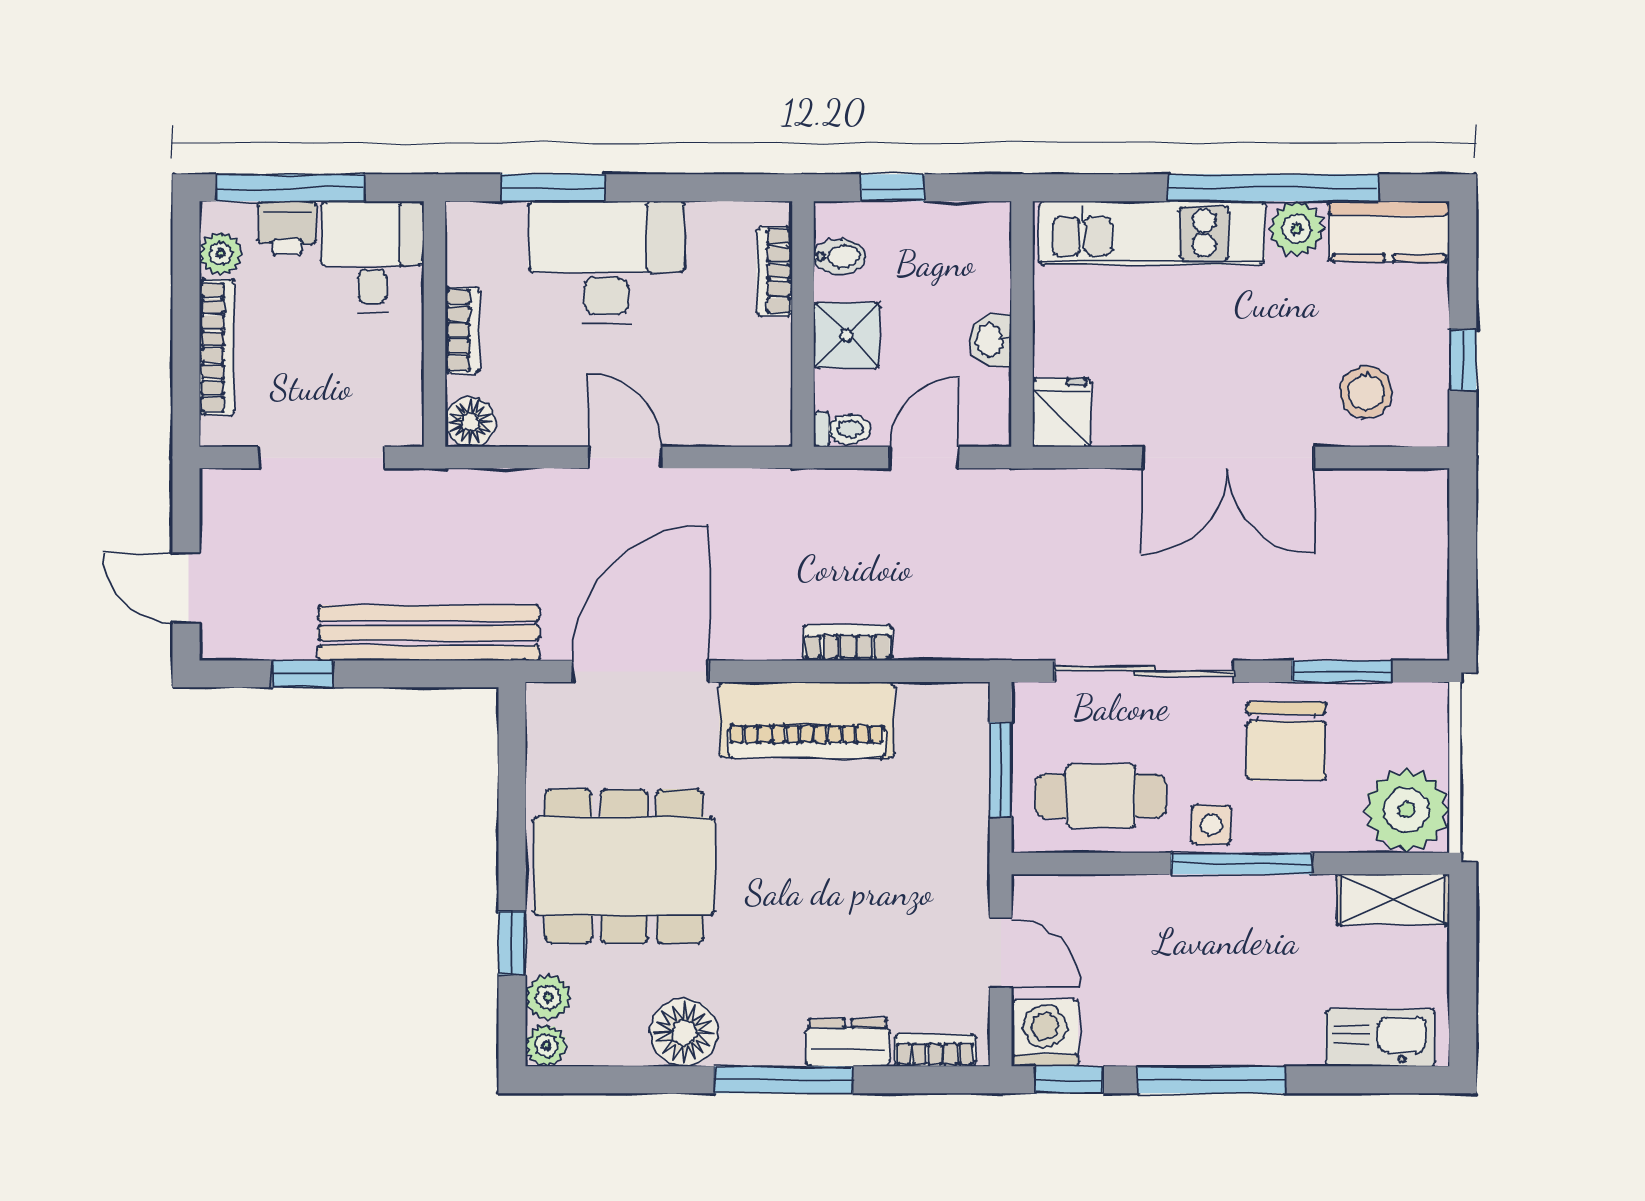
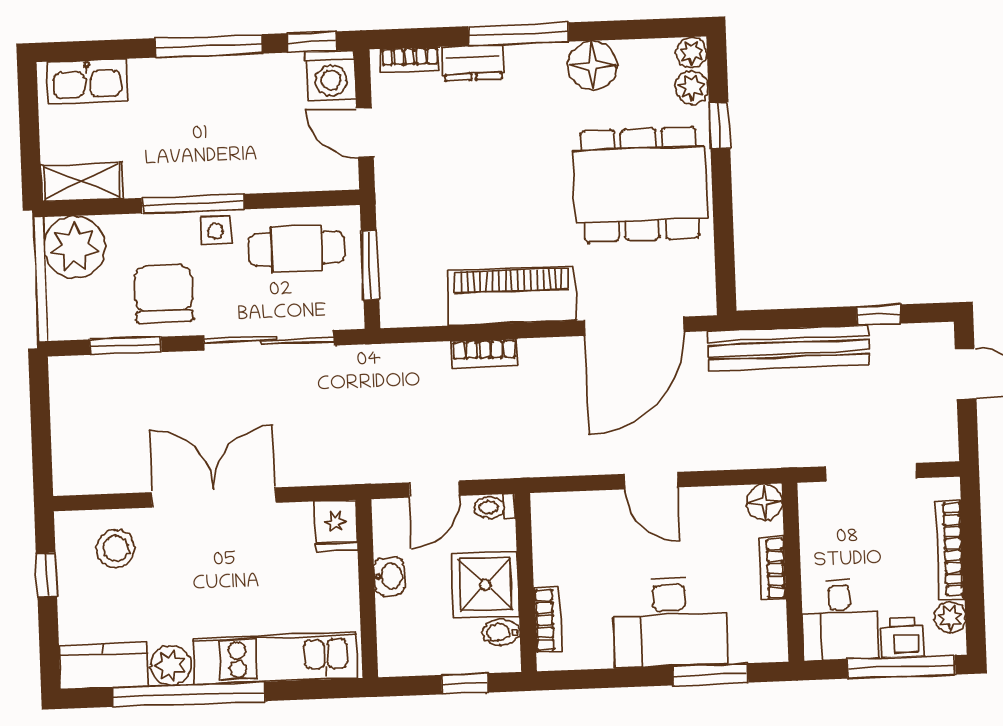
shower: (847, 335) -> (486, 585), width x1.36, depth x1.36

